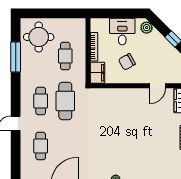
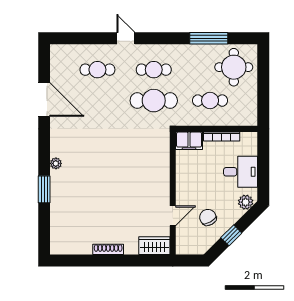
chair: (127, 62) -> (208, 217), moved
door: (157, 86) -> (173, 216), swing flipped

